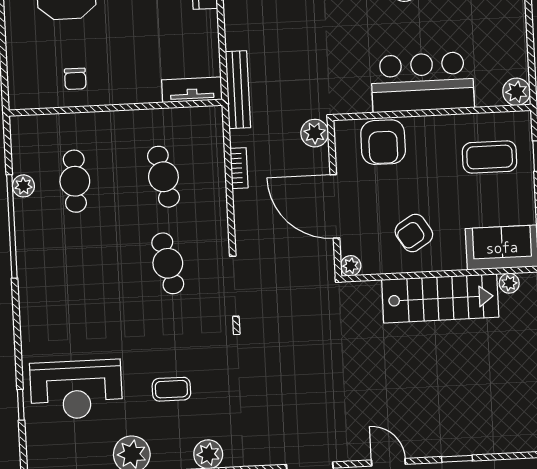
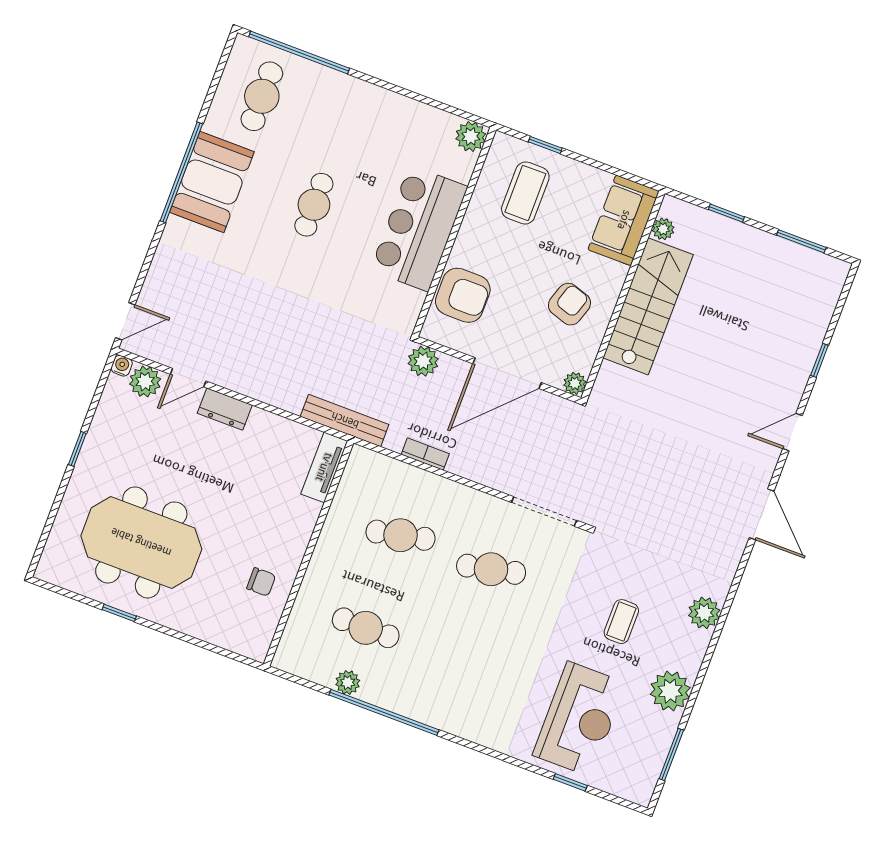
armchair: (414, 233) -> (569, 304), turned -130

